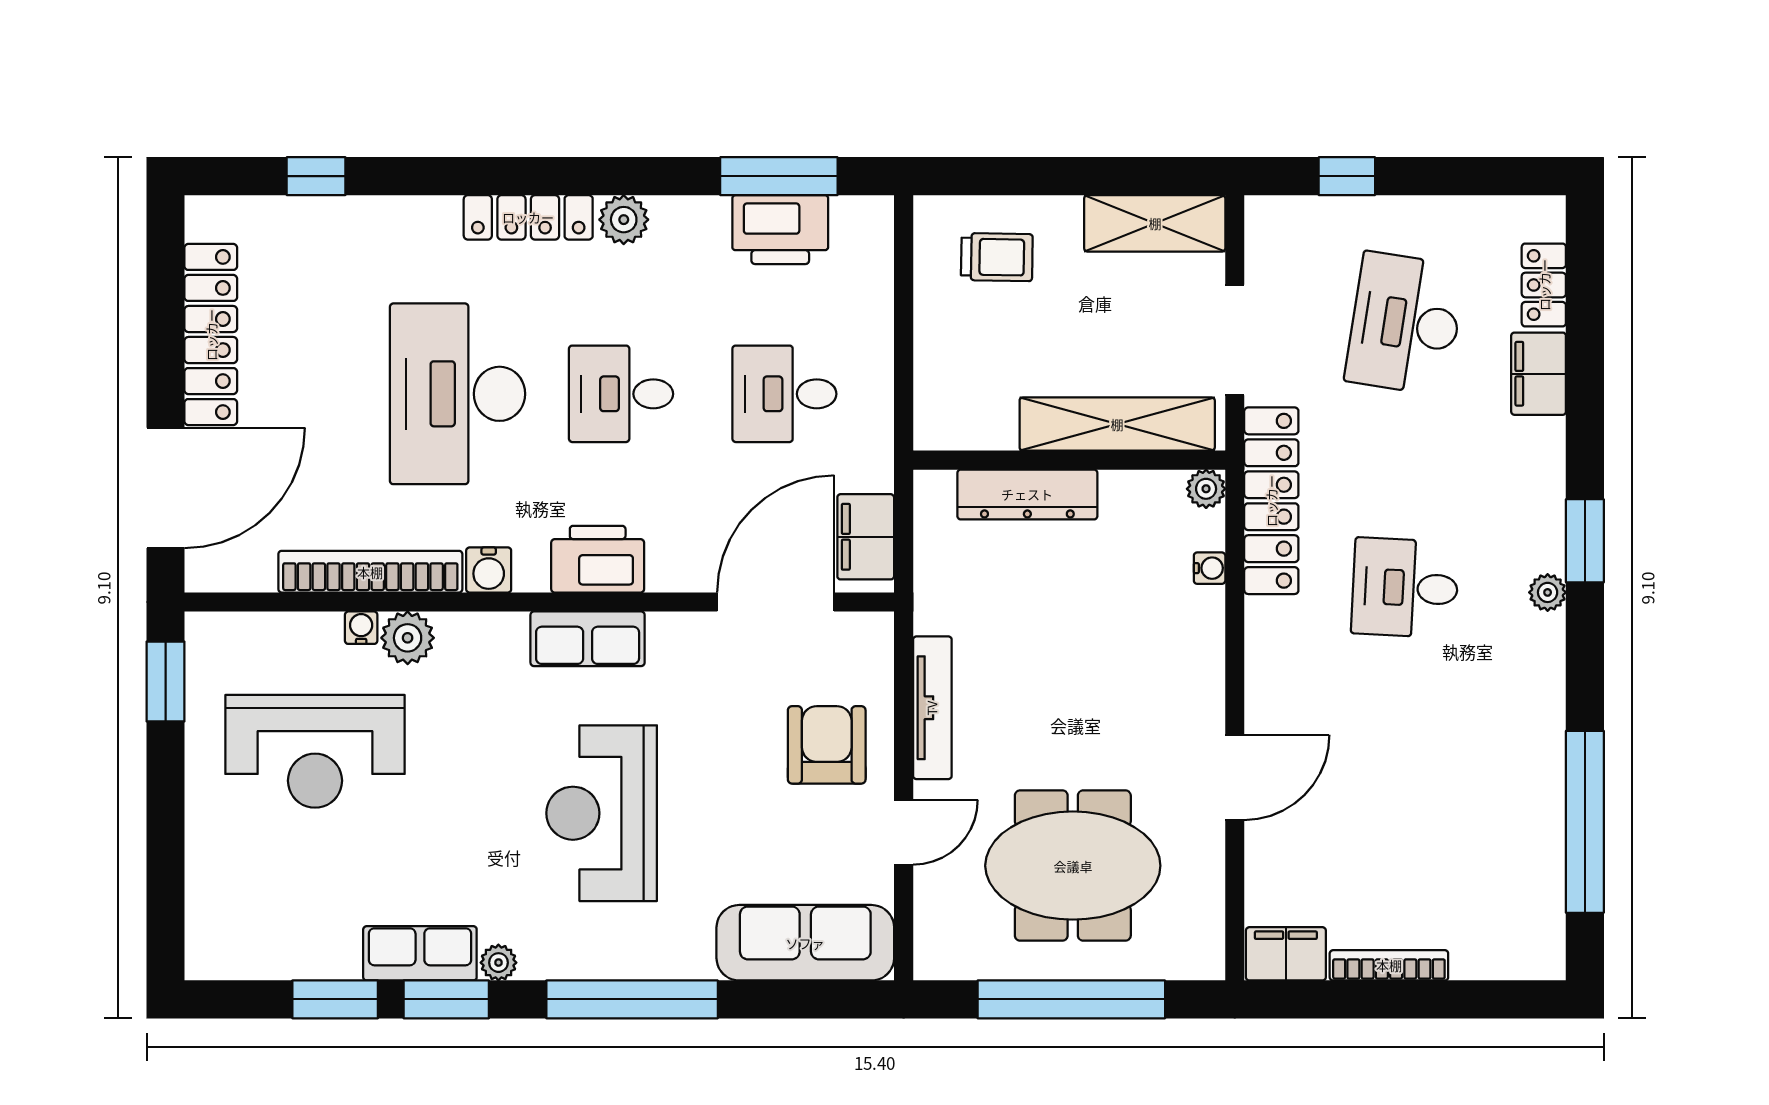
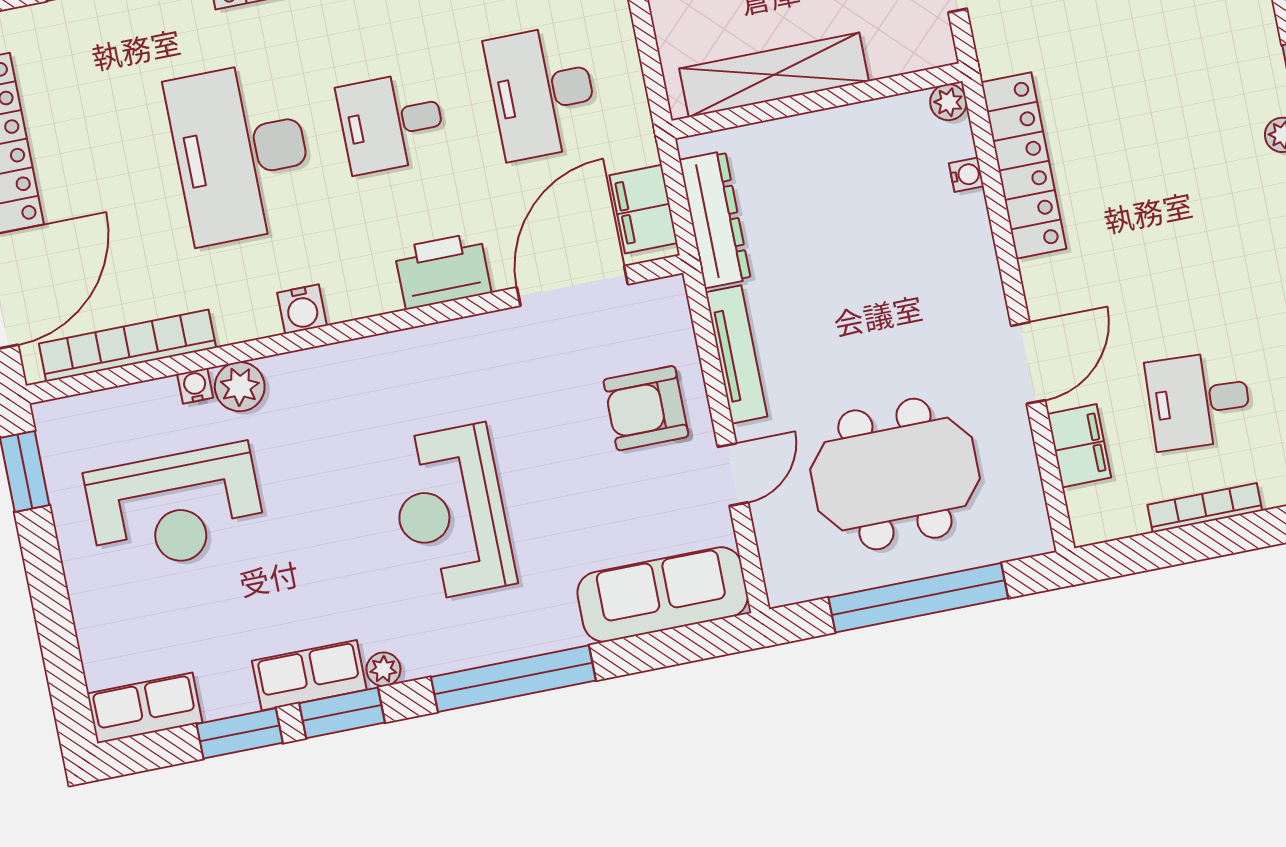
desk: (784, 394) -> (542, 92), width x1.37
shelving: (1117, 424) -> (774, 75), moved
dresser: (1027, 494) -> (715, 220), moved, turned -90
locker: (1271, 501) -> (1024, 166), moved
printer: (598, 559) -> (443, 271), moved
bookcase: (370, 572) -> (127, 346), moved
desk: (1405, 588) -> (1199, 400), moved
row of seats: (588, 639) -> (145, 708), moved, turned 180
armchair: (827, 745) -> (646, 408), turned -90
filing cabinet: (1286, 954) -> (1079, 446), moved, turned 90

